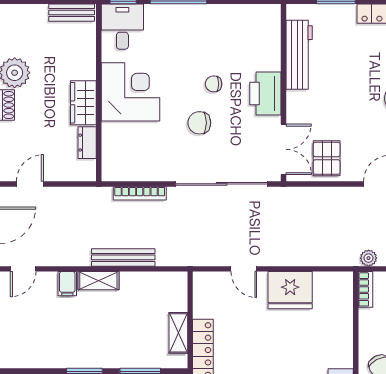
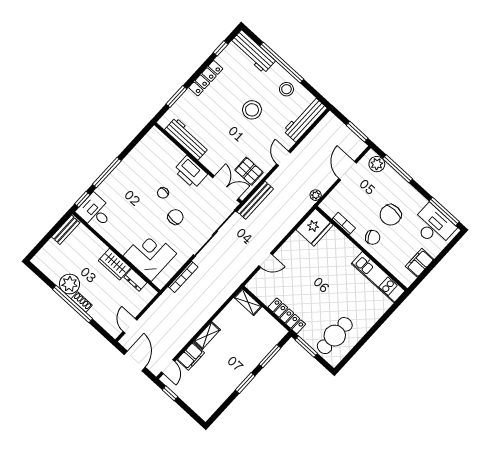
corner desk: (130, 92) -> (150, 255), moved
chair: (199, 123) -> (175, 217), turned 180
bench: (123, 257) -> (255, 200), moved
filing cabinet: (67, 284) -> (191, 356), width x2.00
bookcase: (365, 289) -> (344, 224), moved
fridge: (290, 290) -> (315, 227), moved
shelving: (178, 333) -> (248, 302), moved

